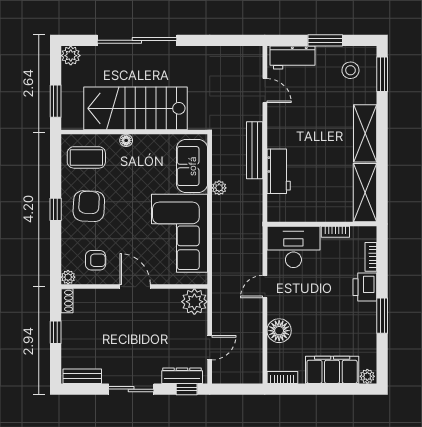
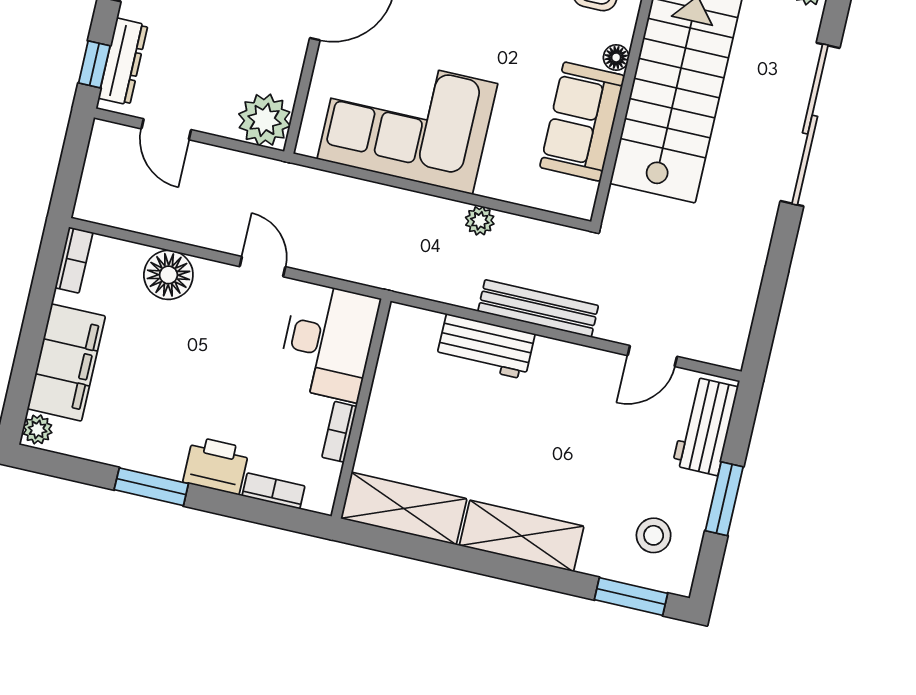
sofa: (192, 166) -> (582, 122), moved, turned -90

